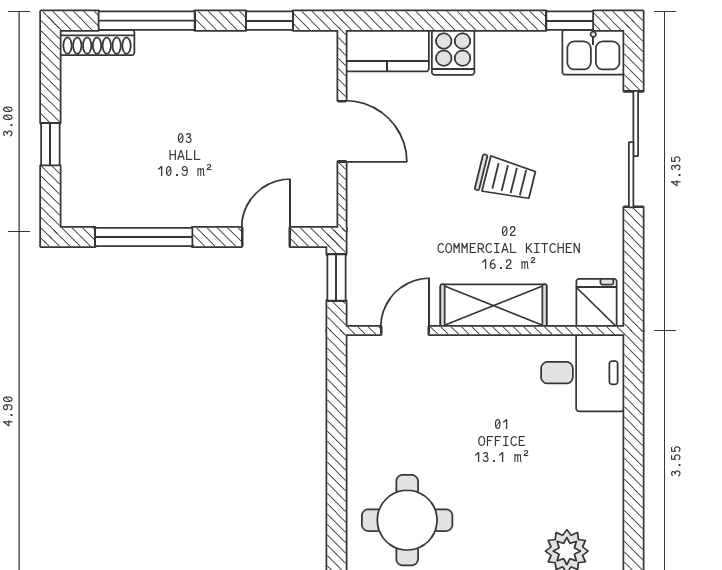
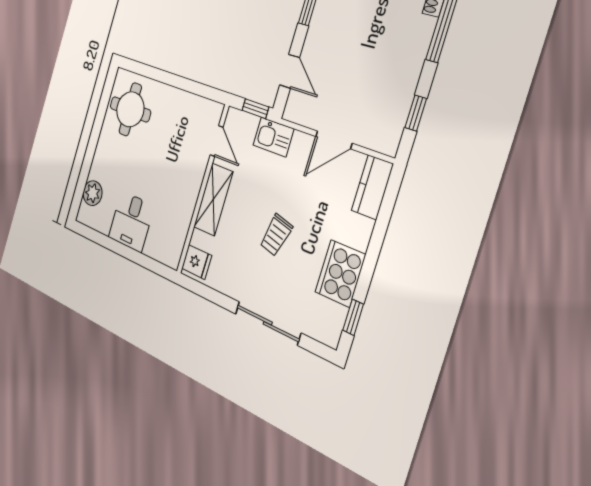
cooker: (453, 52) -> (340, 273), moved, width x1.87, depth x1.31
kitchen sink: (593, 52) -> (273, 137), moved, turned -90
desk: (583, 373) -> (131, 222), moved

